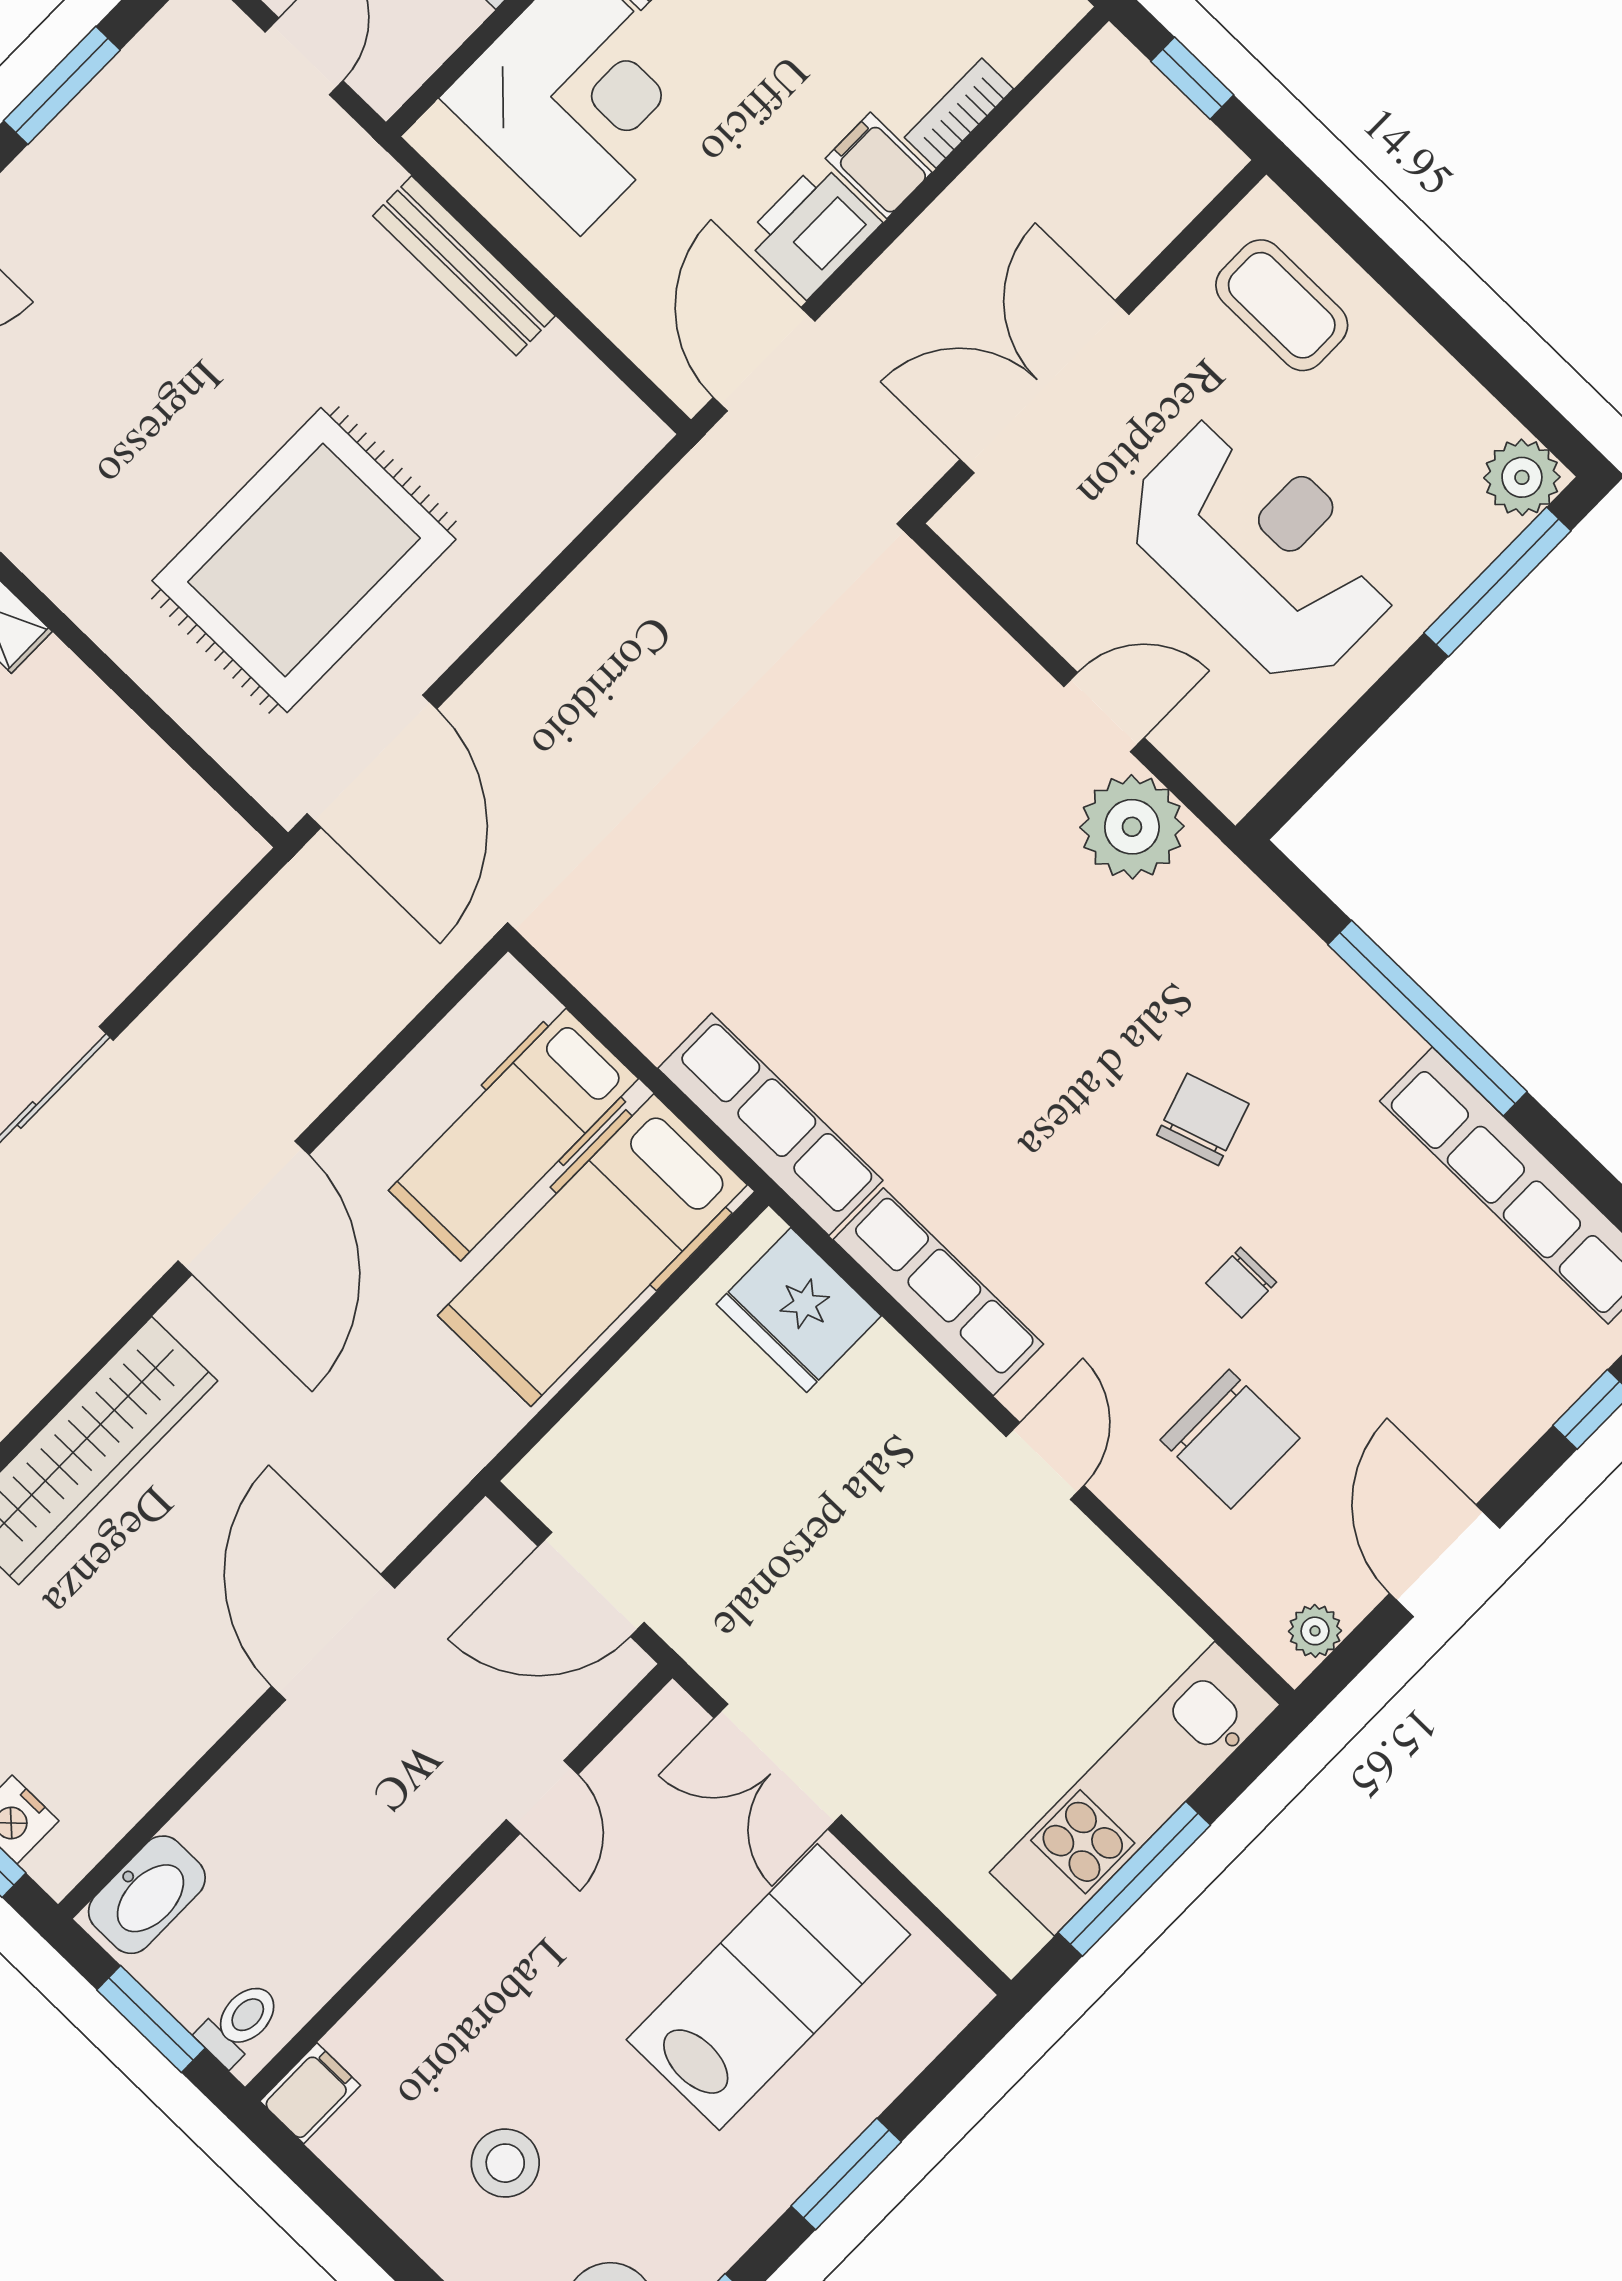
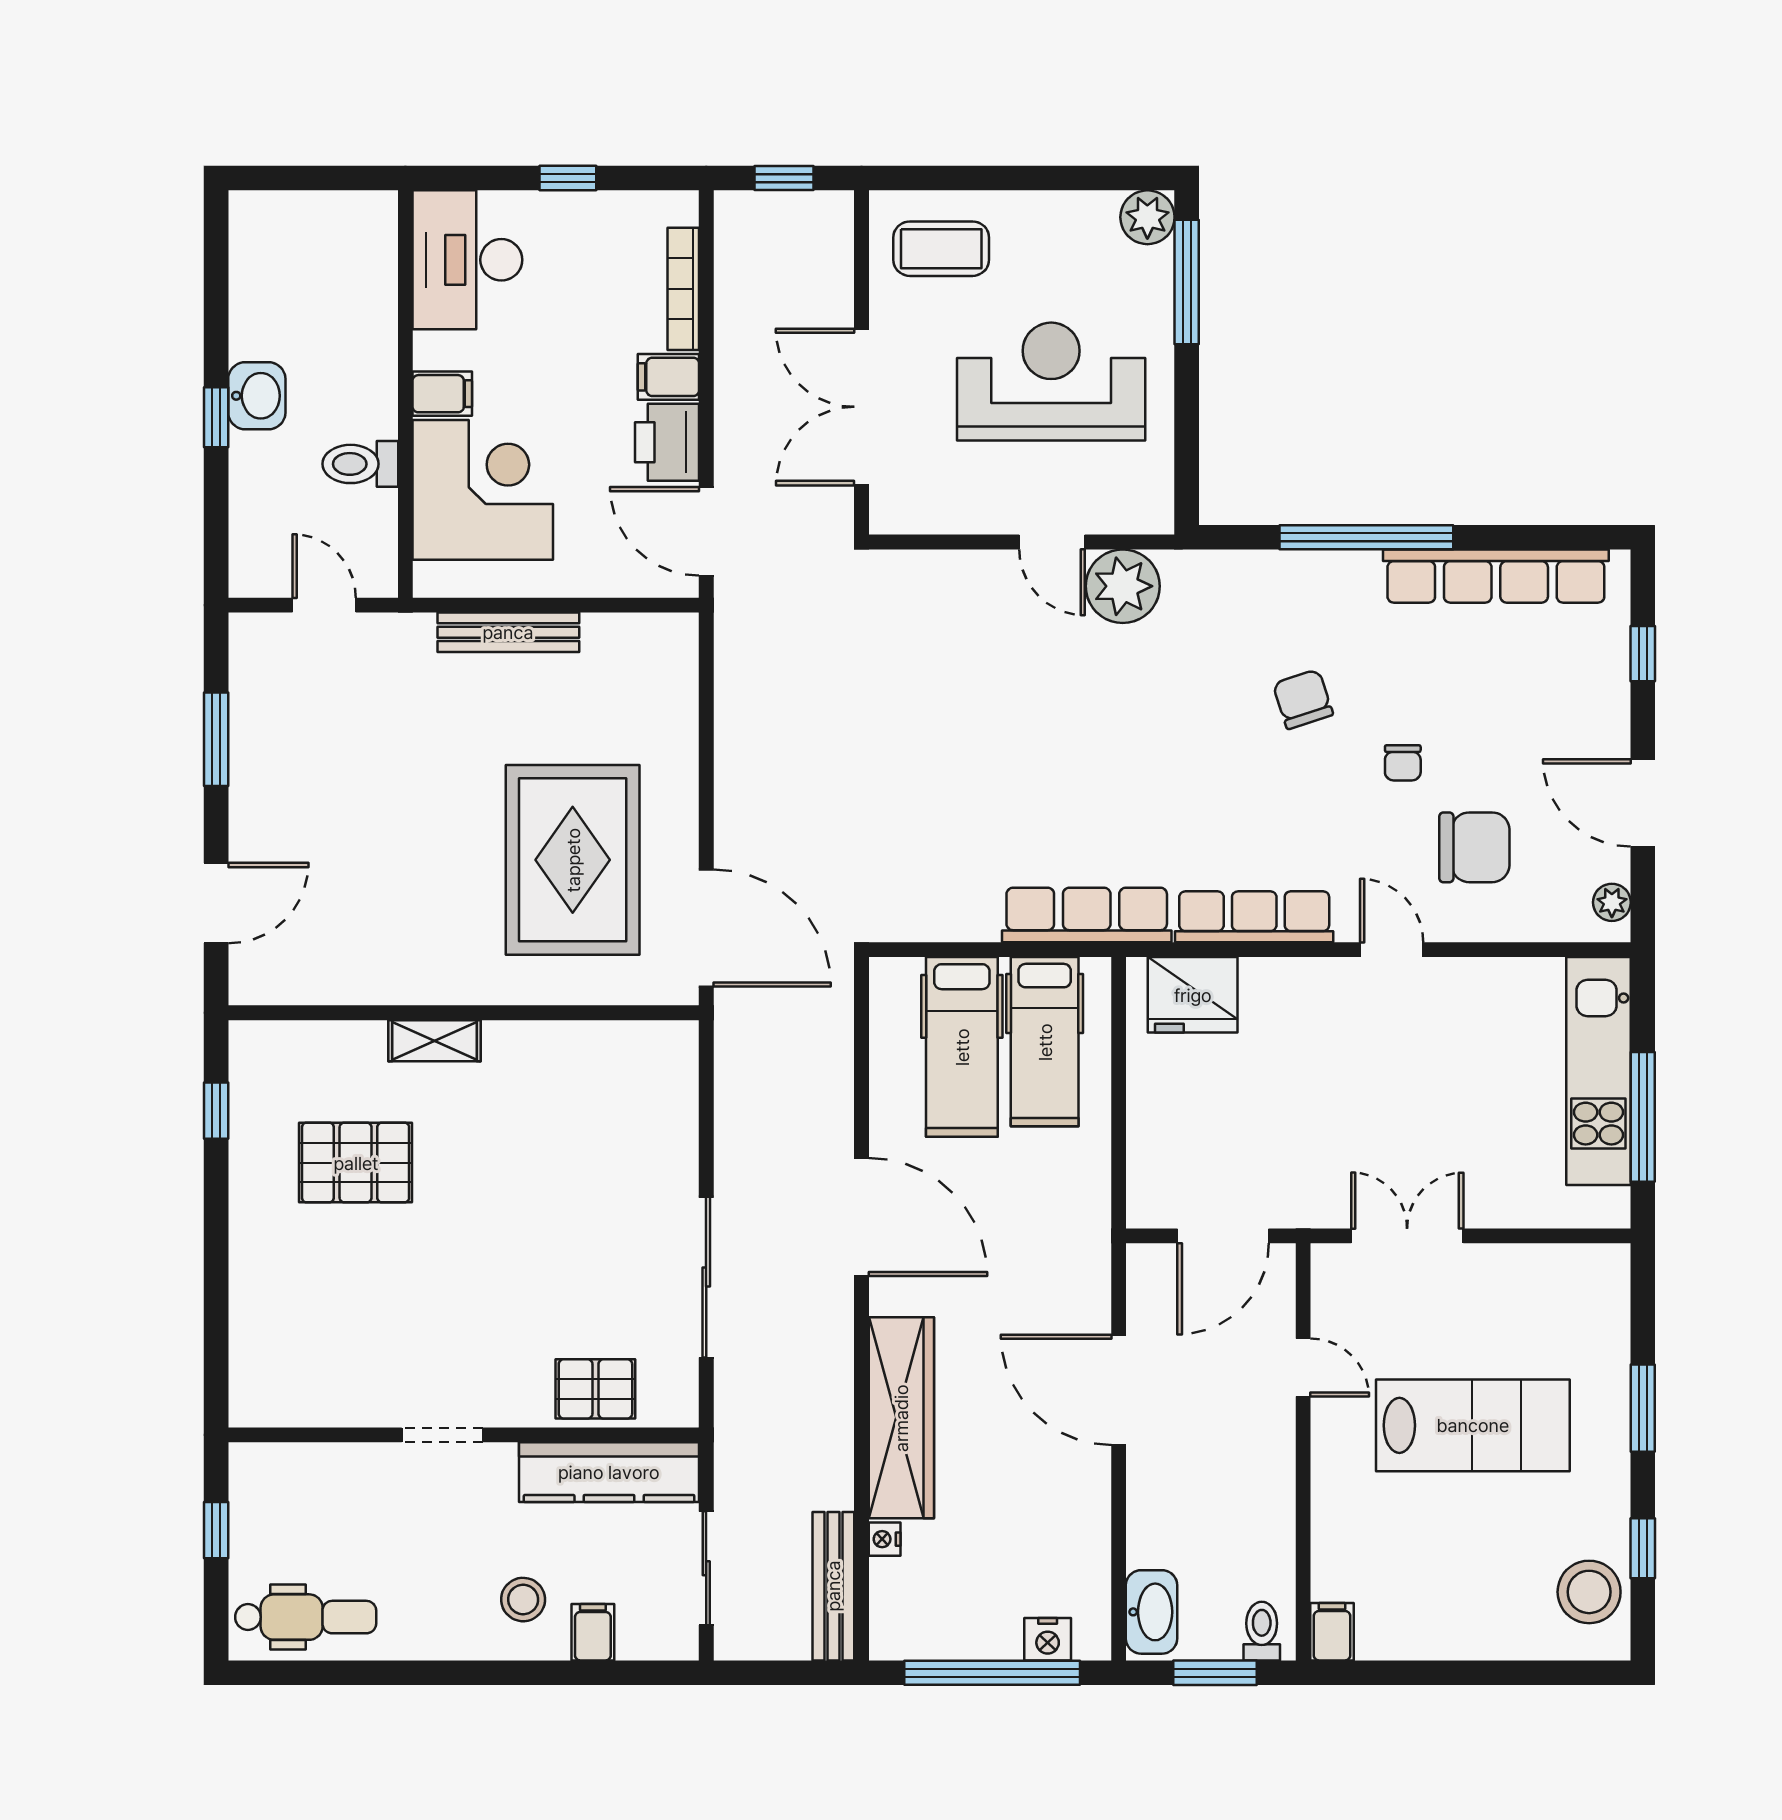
bookcase: (959, 113) -> (683, 289), width x1.56
door: (1104, 712) -> (1052, 542), swing flipped
hospital bed: (592, 1250) -> (1045, 1042), width x0.73, depth x0.78
double door: (778, 1767) -> (1407, 1236), swing flipped
lab bench: (768, 1987) -> (1473, 1425), moved, turned 90
stool: (505, 2163) -> (1465, 1571), removed

